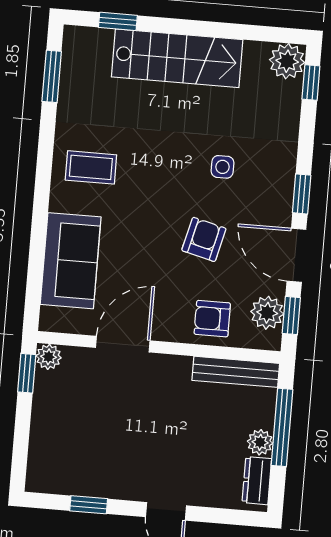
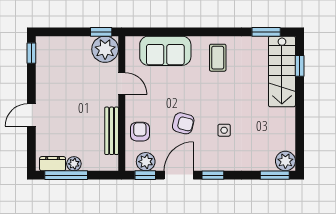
stairs: (177, 58) -> (282, 71), moved
window: (311, 82) -> (275, 175), width x1.50
door: (123, 344) -> (122, 83), width x0.73
plant: (49, 357) -> (105, 49), width x1.87, depth x1.87
bench: (236, 372) -> (112, 131), moved
window: (282, 427) -> (66, 175), moved
window: (89, 505) -> (31, 53), moved

